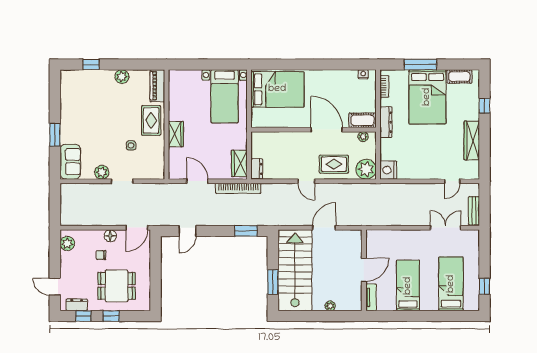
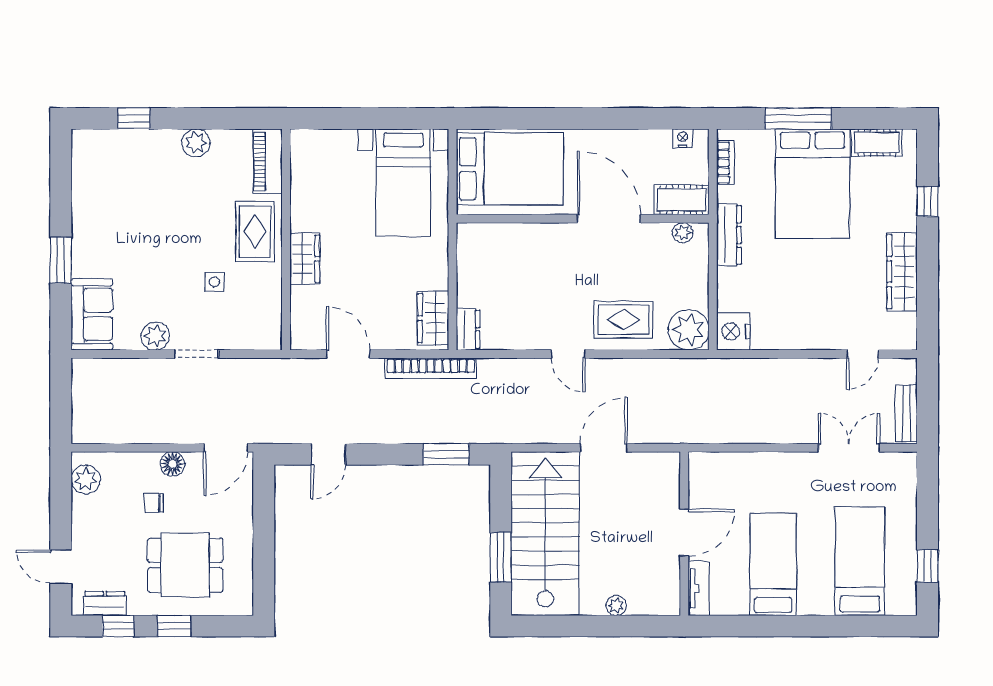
cot: (363, 120) -> (681, 200), moved
wall: (314, 130) -> (583, 219), moved
door: (327, 130) -> (609, 219), moved
plant: (363, 137) -> (683, 233), moved

